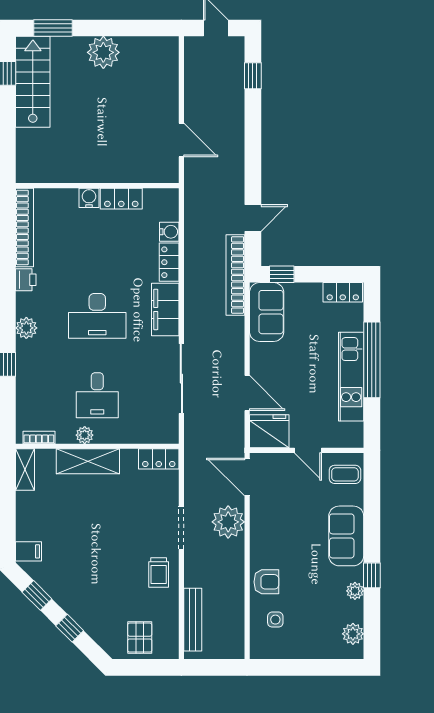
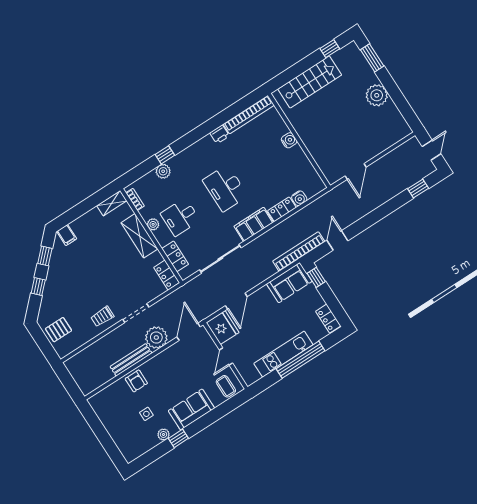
stairs: (33, 82) -> (310, 82), moved
locker: (121, 199) -> (175, 256), moved, turned 180
door: (253, 218) -> (337, 240), swing flipped
plant: (26, 328) -> (163, 171), moved
bench: (193, 620) -> (131, 360), moved
side table: (275, 620) -> (146, 414), moved
plant: (353, 634) -> (138, 449), removed

